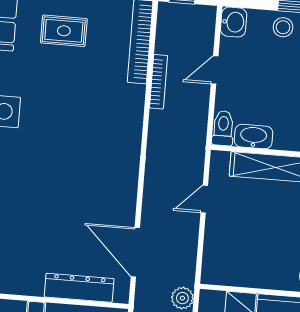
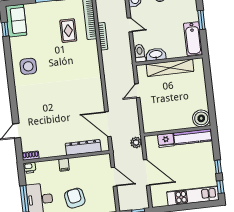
rug: (64, 31) -> (68, 31), moved, turned 90
door: (215, 70) -> (130, 25), swing flipped

